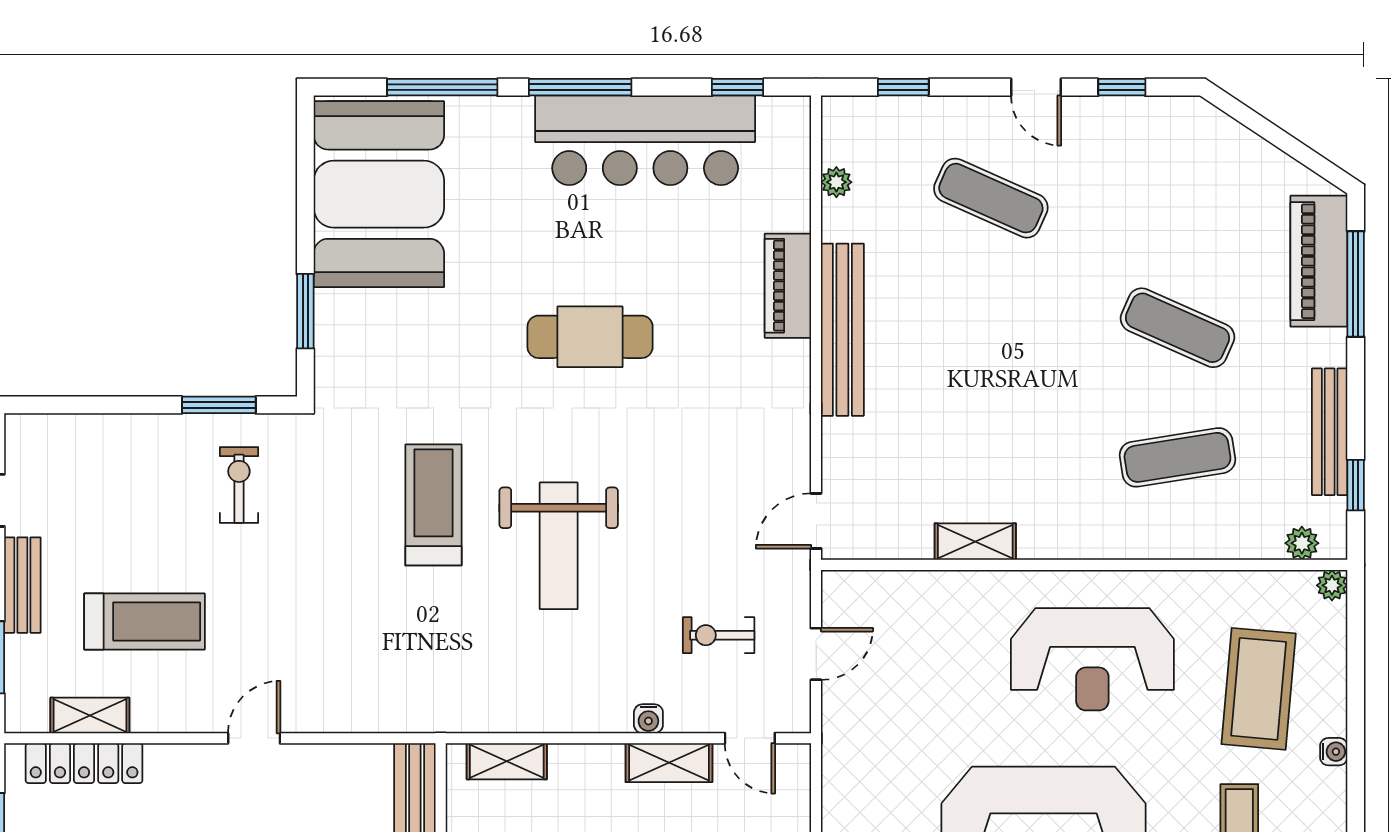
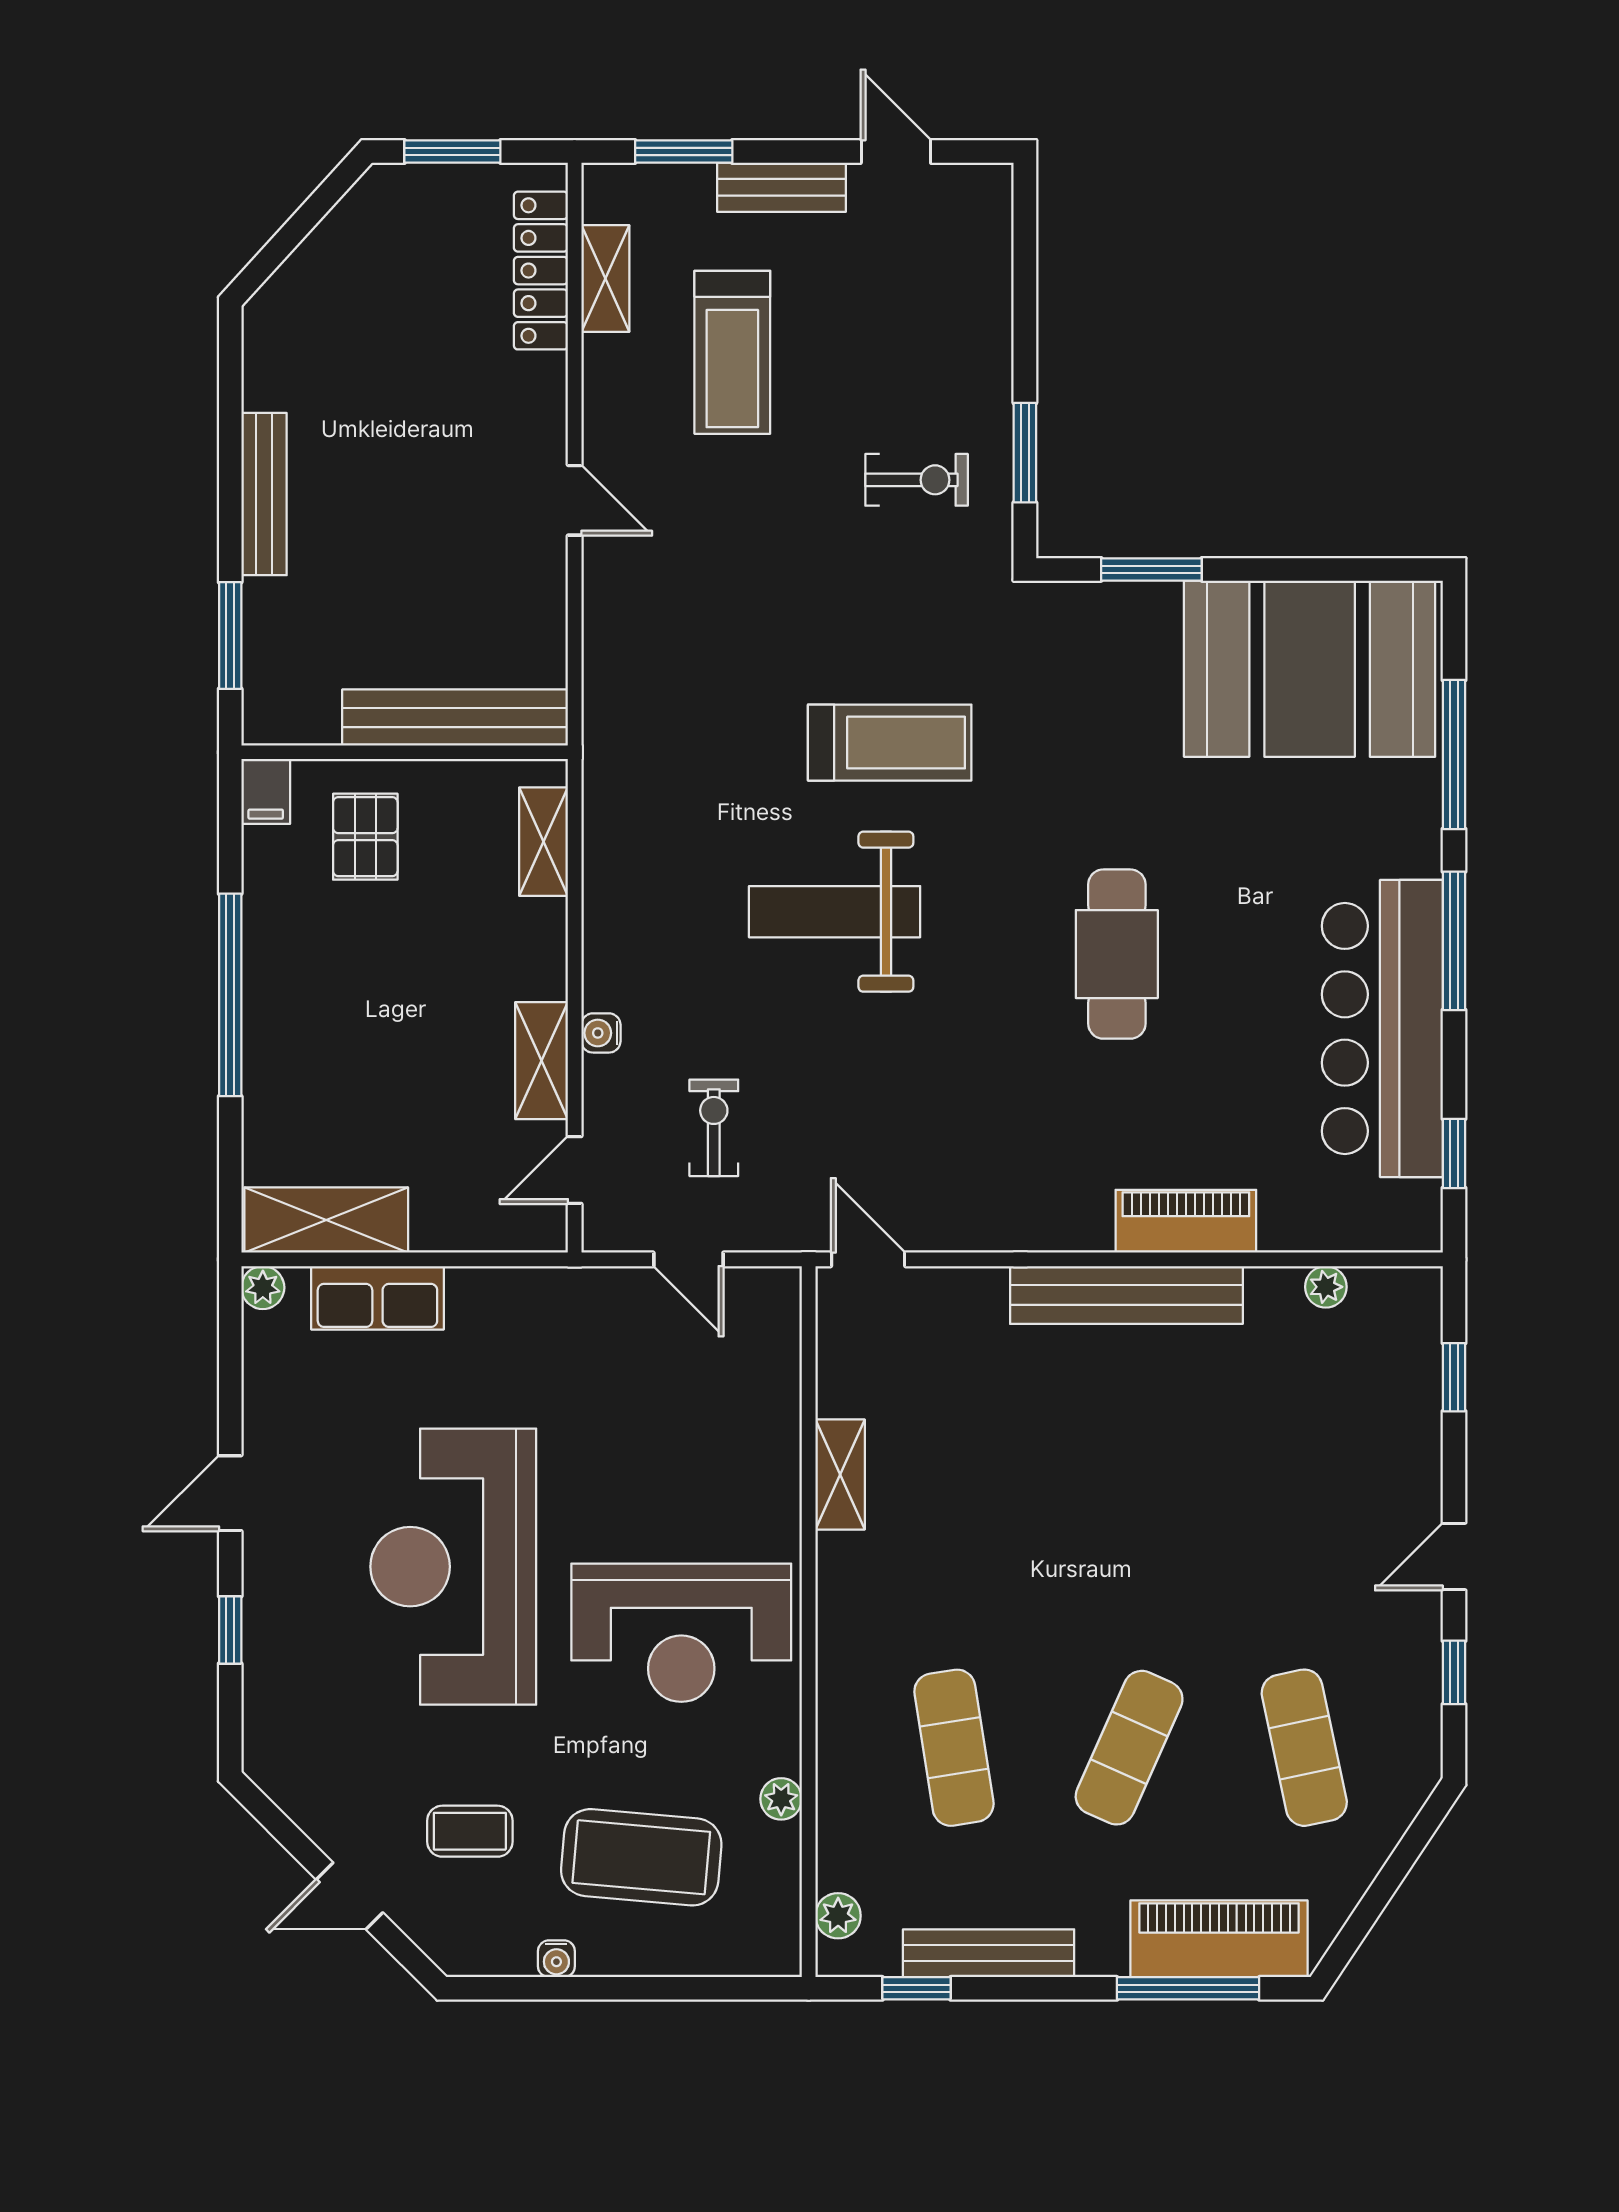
exercise mat: (991, 198) -> (1304, 1748), moved, turned -36
plant: (1332, 585) -> (781, 1799), moved
reception desk: (1092, 659) -> (681, 1633), turned -90

